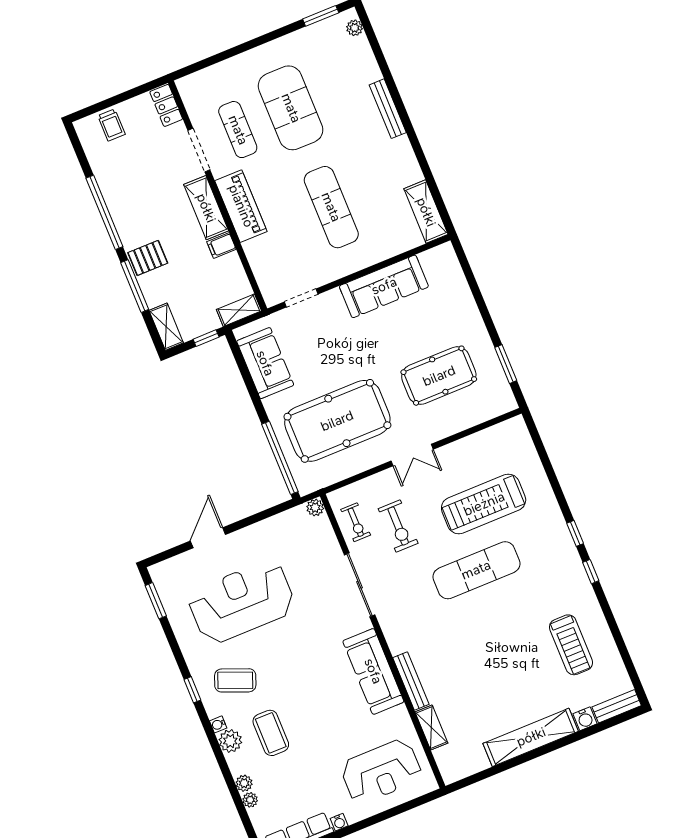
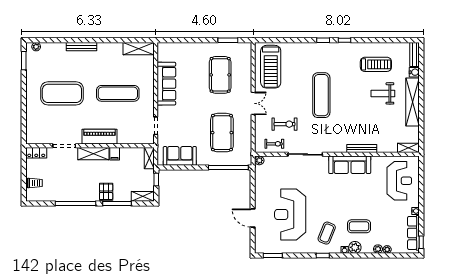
exercise mat: (238, 130) -> (62, 123), removed
pool table: (337, 421) -> (222, 133), width x0.73, depth x0.76
treadmill: (484, 504) -> (271, 67), moved
weight bench: (524, 678) -> (383, 93), added
shelving: (431, 728) -> (408, 148), moved

